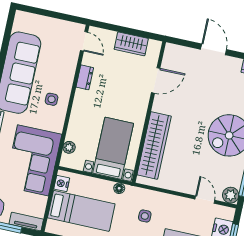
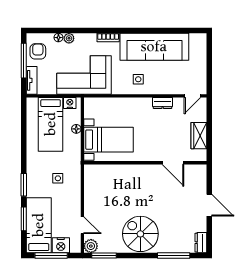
door: (214, 49) -> (209, 205), hinge flipped
wardrobe: (154, 145) -> (118, 173), removed
plant: (69, 147) -> (101, 103), removed
floor lamp: (119, 188) -> (76, 129), moved
door: (205, 200) -> (82, 225), hinge flipped

